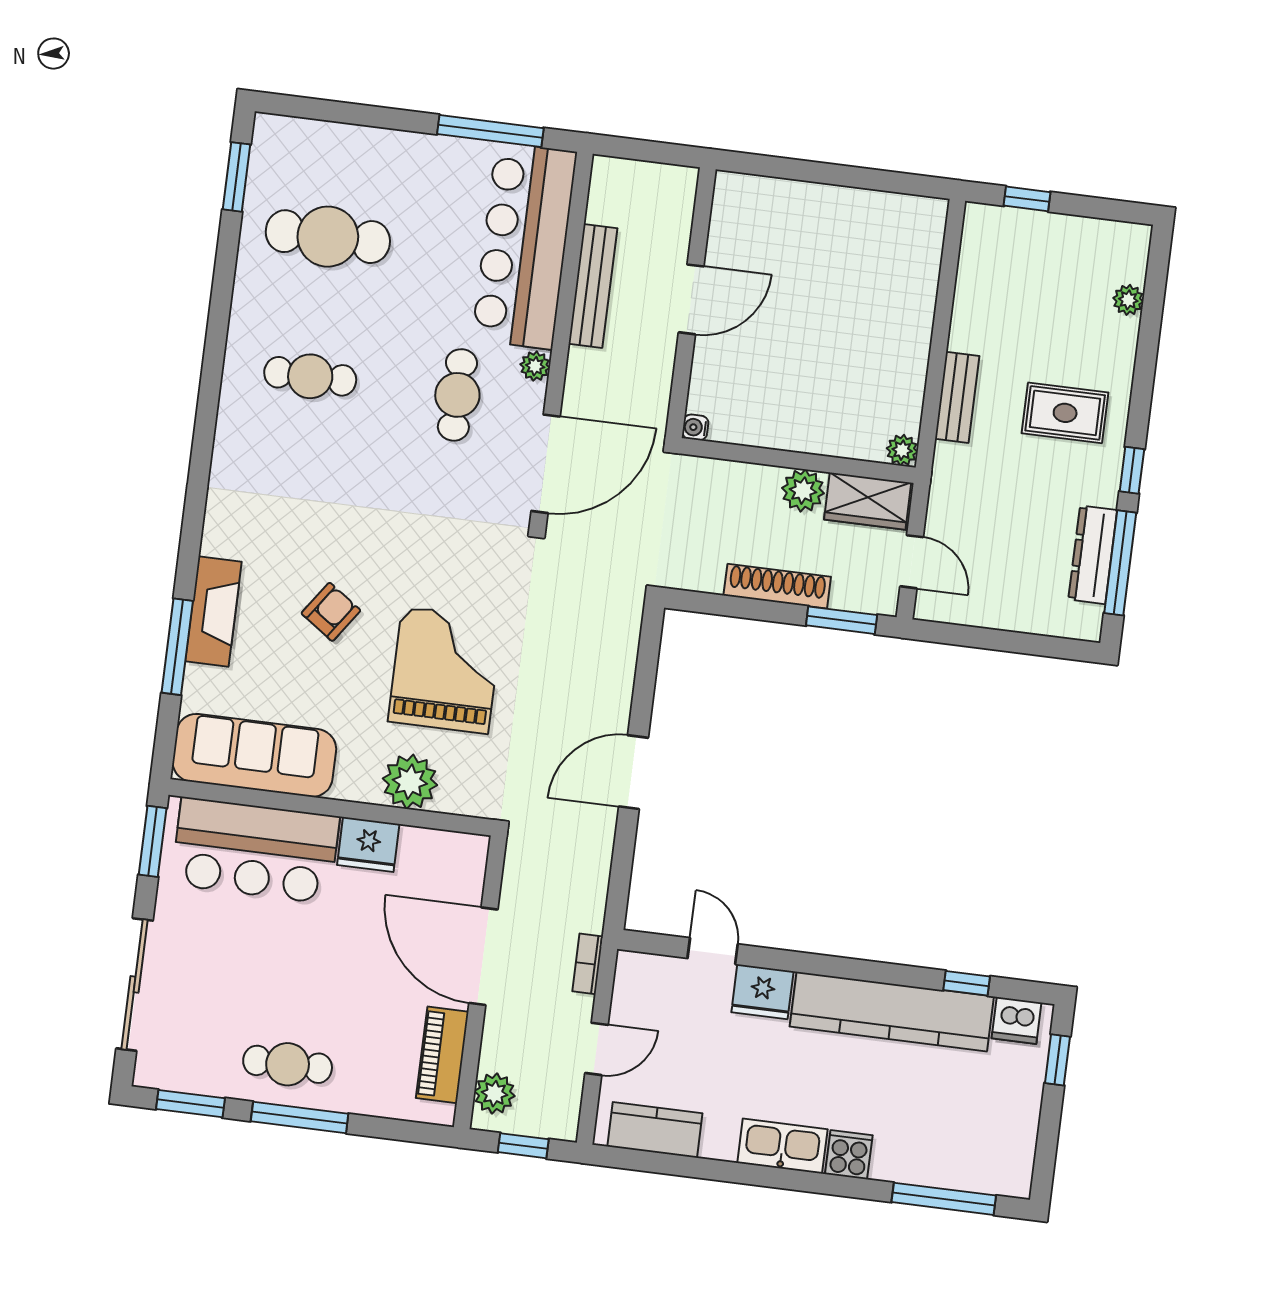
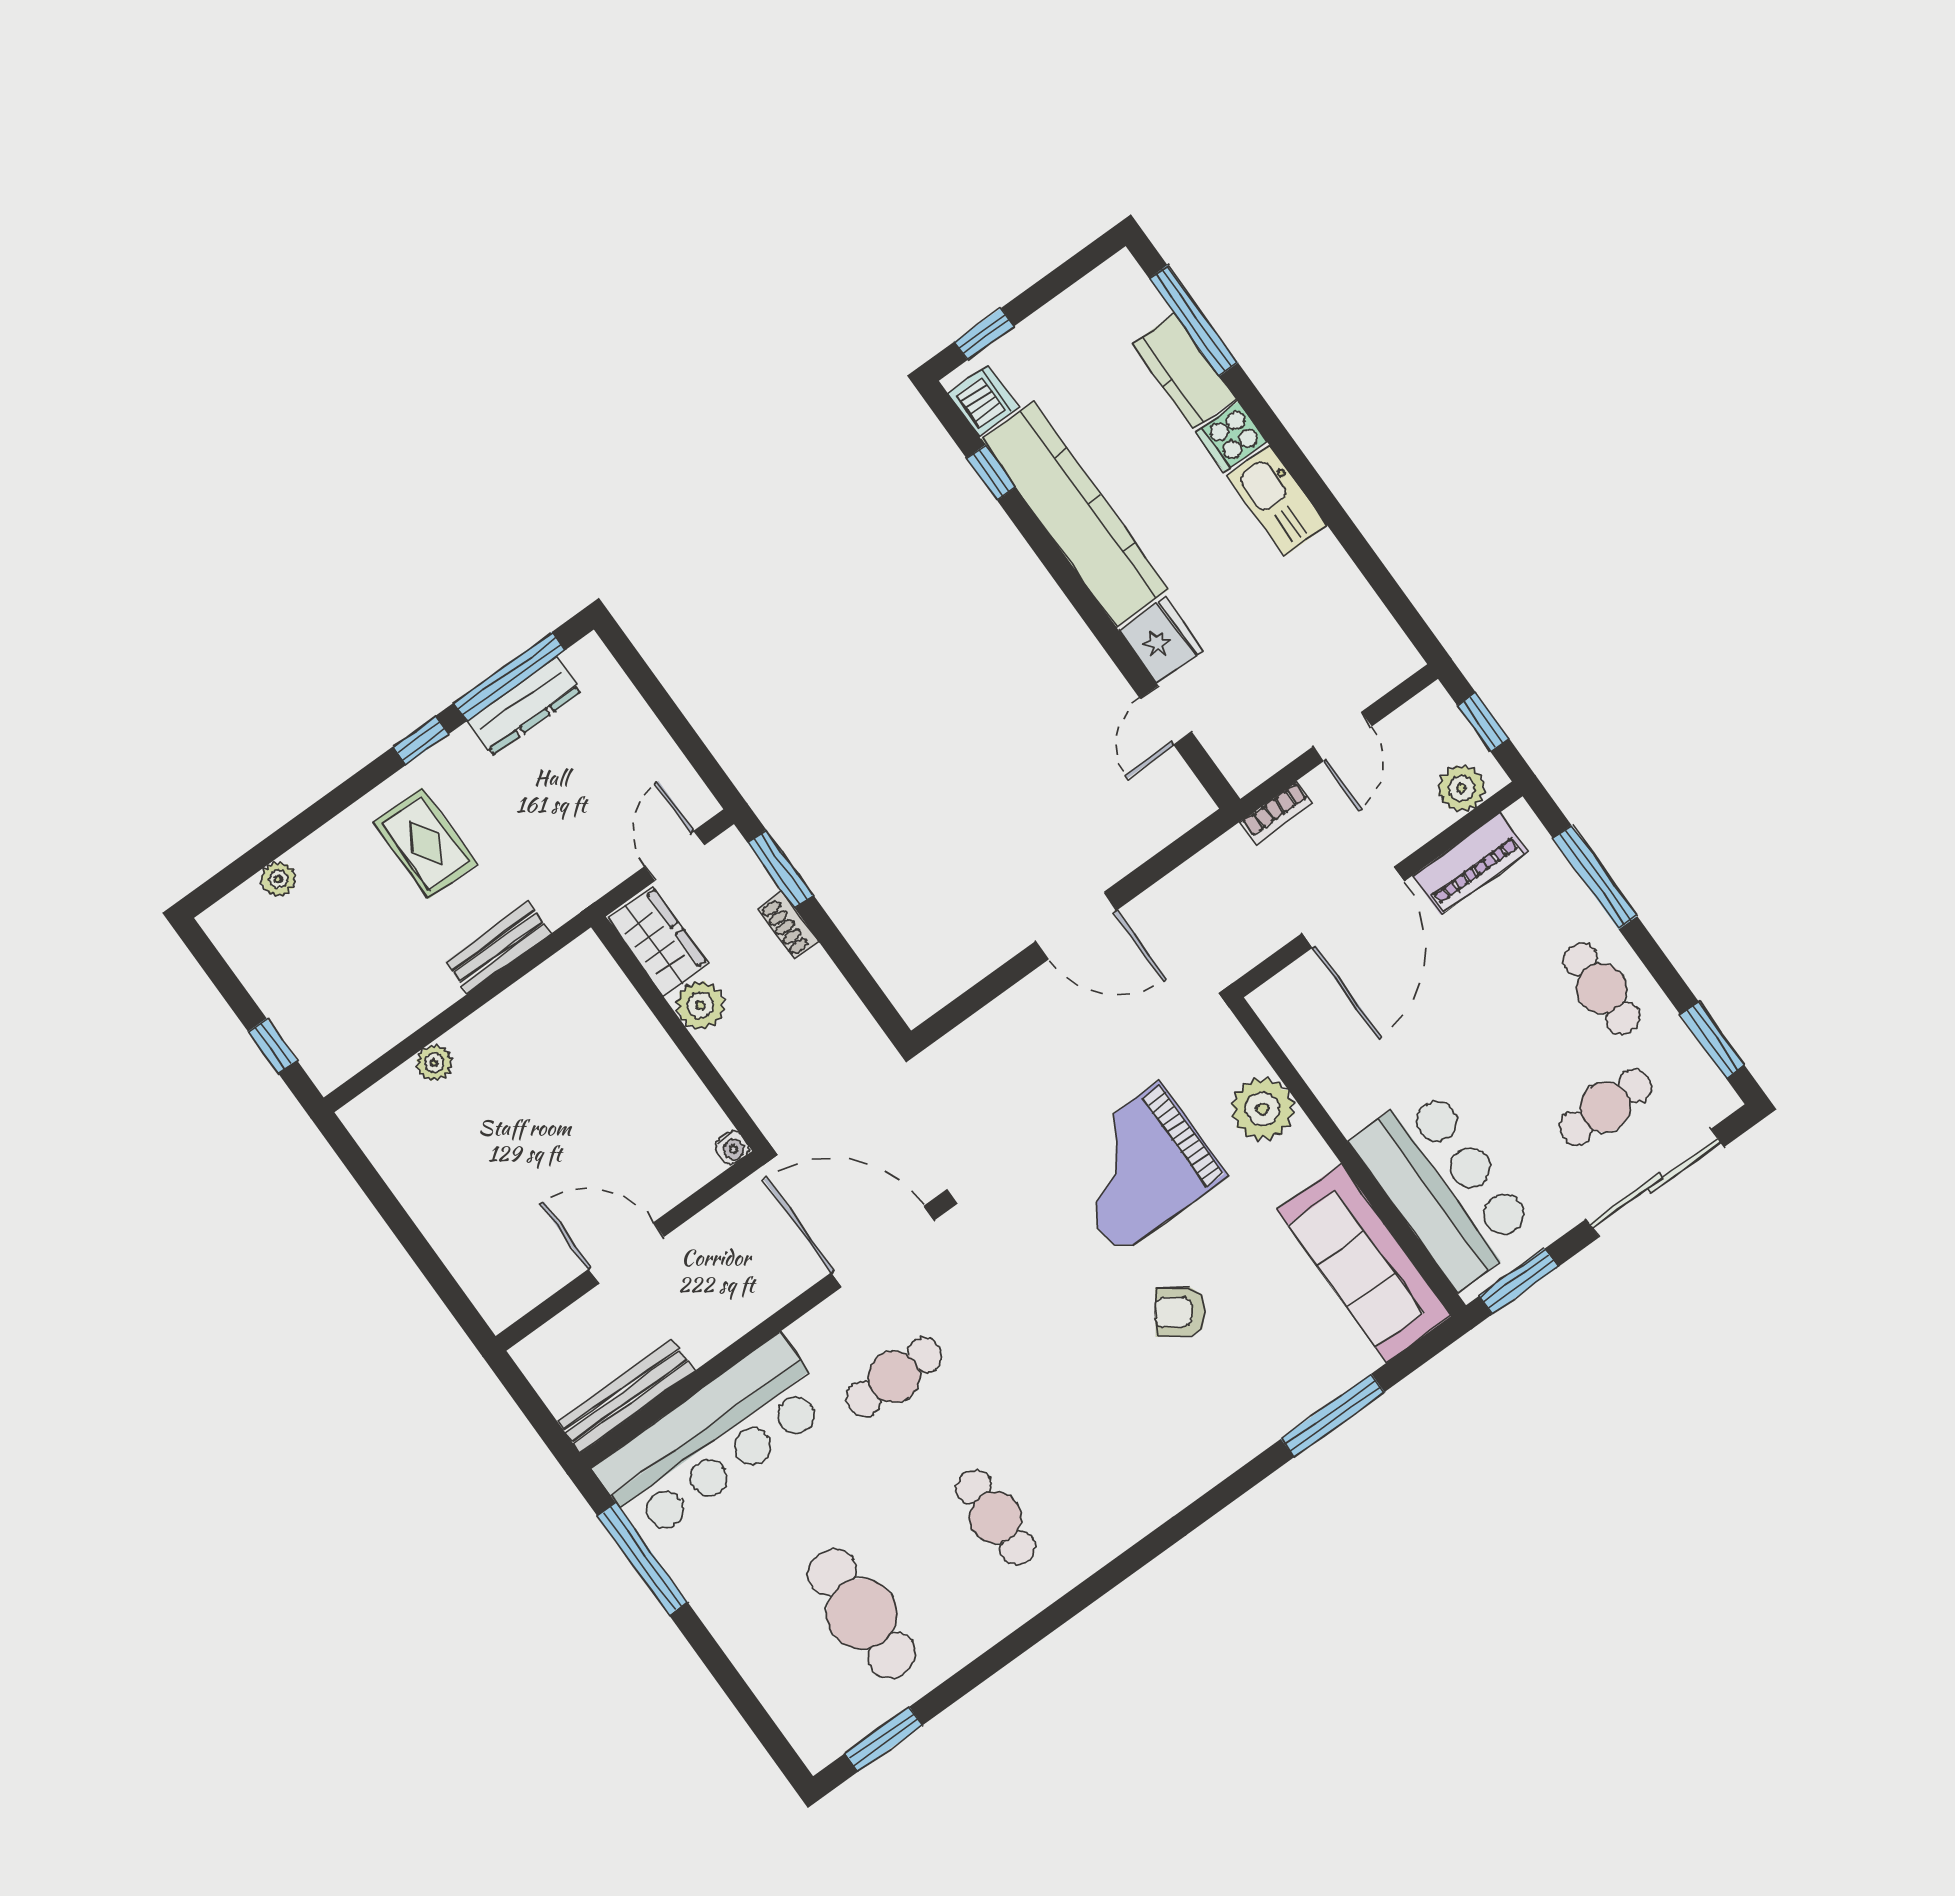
bench: (593, 286) -> (626, 1396), moved
plant: (535, 366) -> (808, 1333), removed
plant: (902, 450) -> (434, 1063), moved
shoe rack: (777, 586) -> (788, 925), width x0.51, depth x0.81
fireplace: (213, 611) -> (1274, 1413), removed
fridge: (368, 844) -> (1349, 1095), removed
cafe table: (211, 997) -> (1605, 1107), added
door: (597, 1049) -> (1342, 737), swing flipped
window: (300, 1117) -> (1595, 877), moved
kitchen counter: (655, 1130) -> (1184, 371), moved

